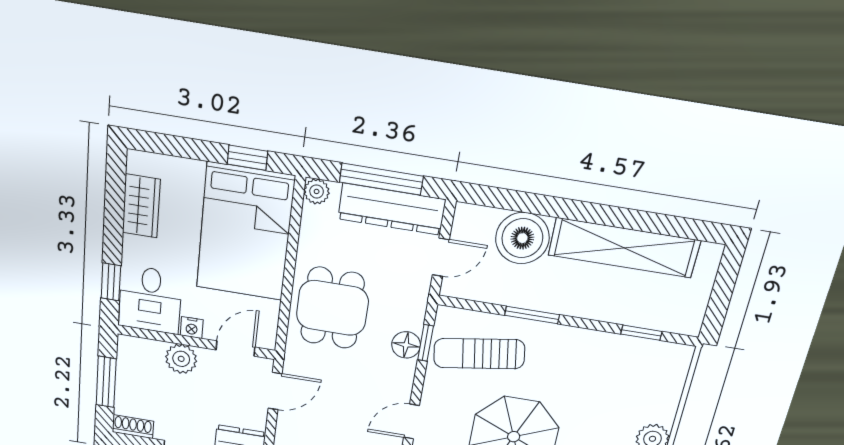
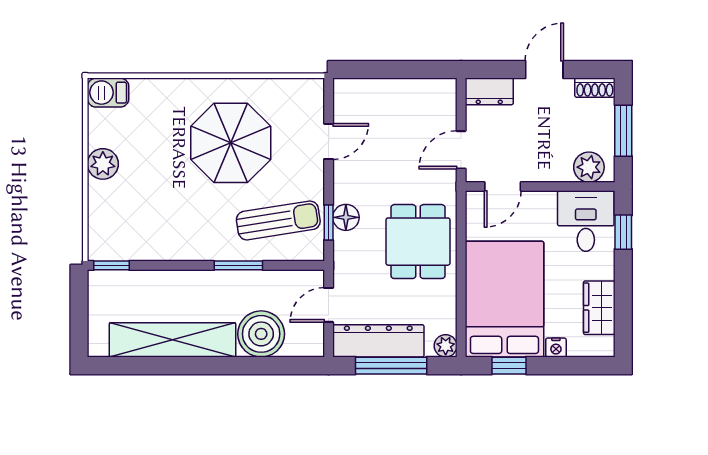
nightstand: (192, 328) -> (556, 348), moved, turned 180
window: (641, 333) -> (111, 265), moved
plant: (181, 359) -> (589, 167), moved

